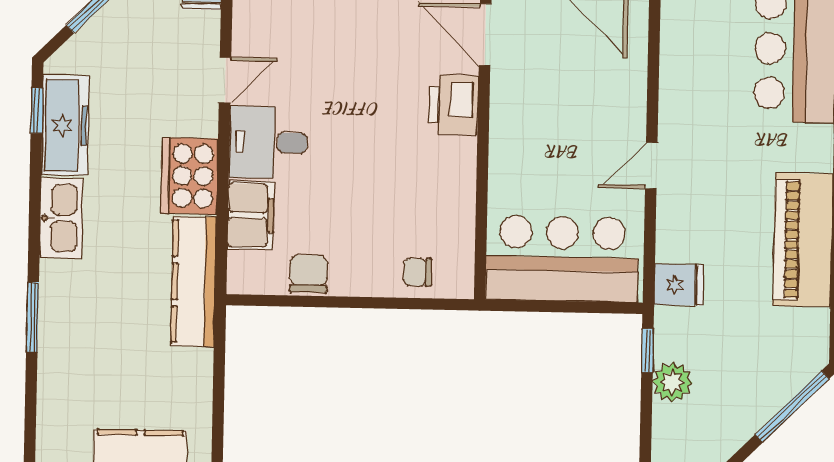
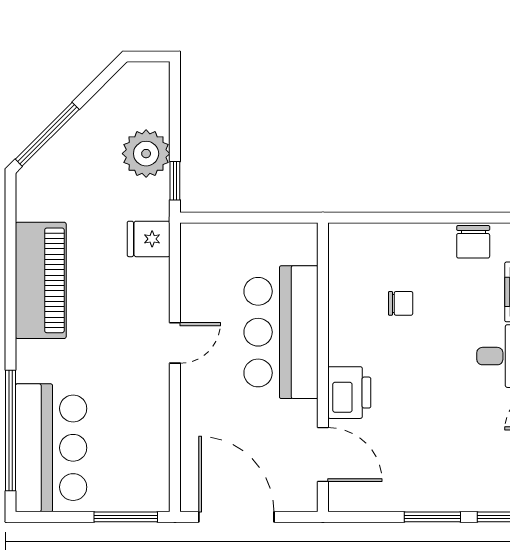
bar counter: (562, 259) -> (281, 332), moved, turned 90
chair: (417, 272) -> (401, 303), moved
plant: (672, 382) -> (146, 154), width x1.36, depth x1.36

